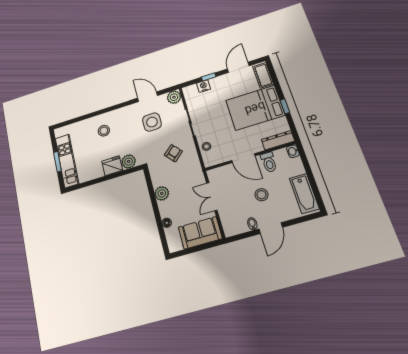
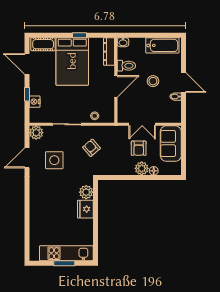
stool: (104, 131) -> (47, 209), removed
plant: (162, 193) -> (142, 168), moved
armchair: (186, 200) -> (139, 148), added

